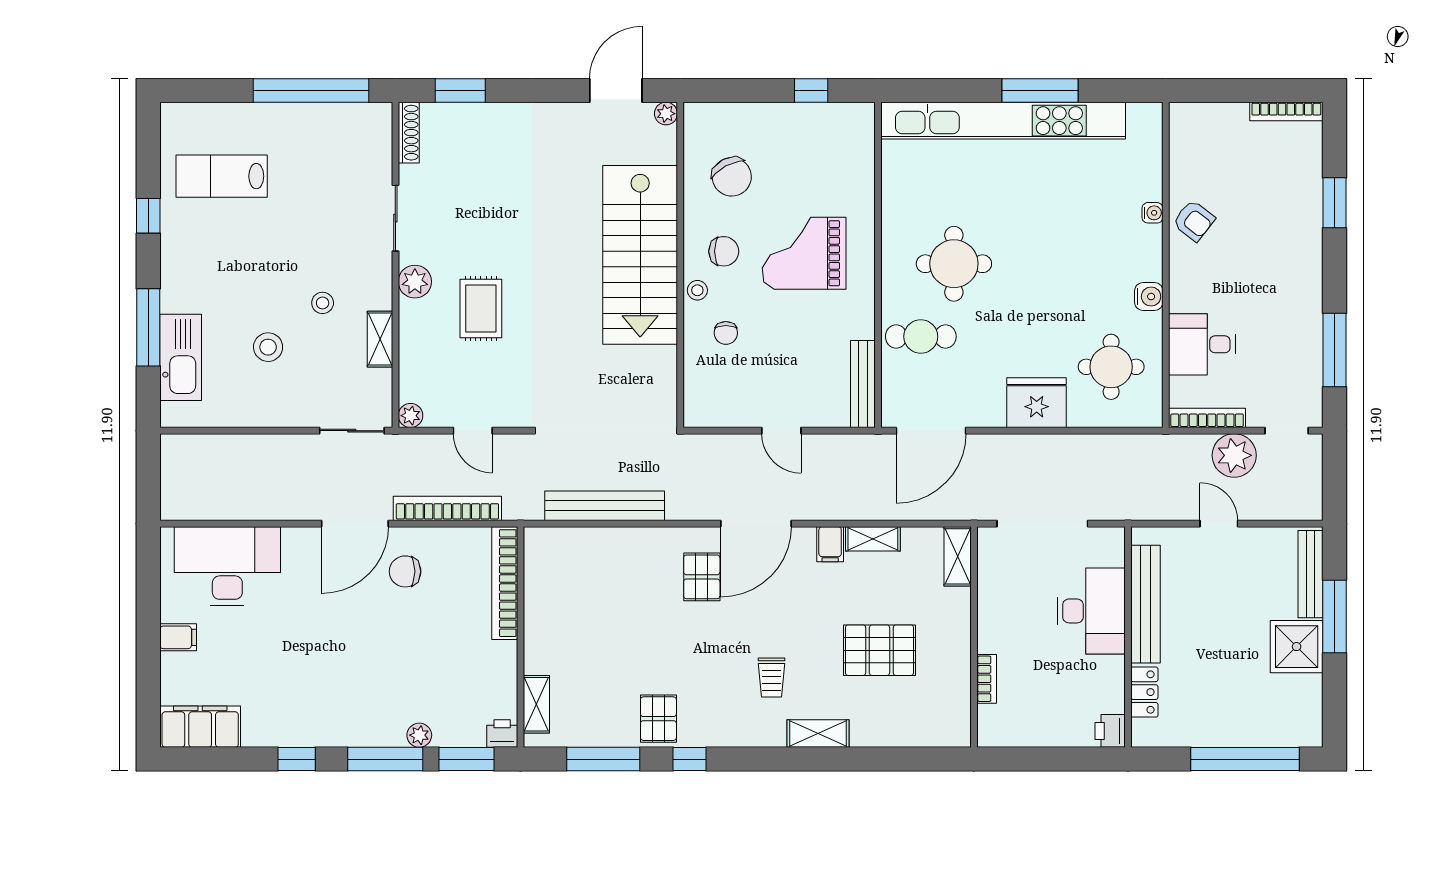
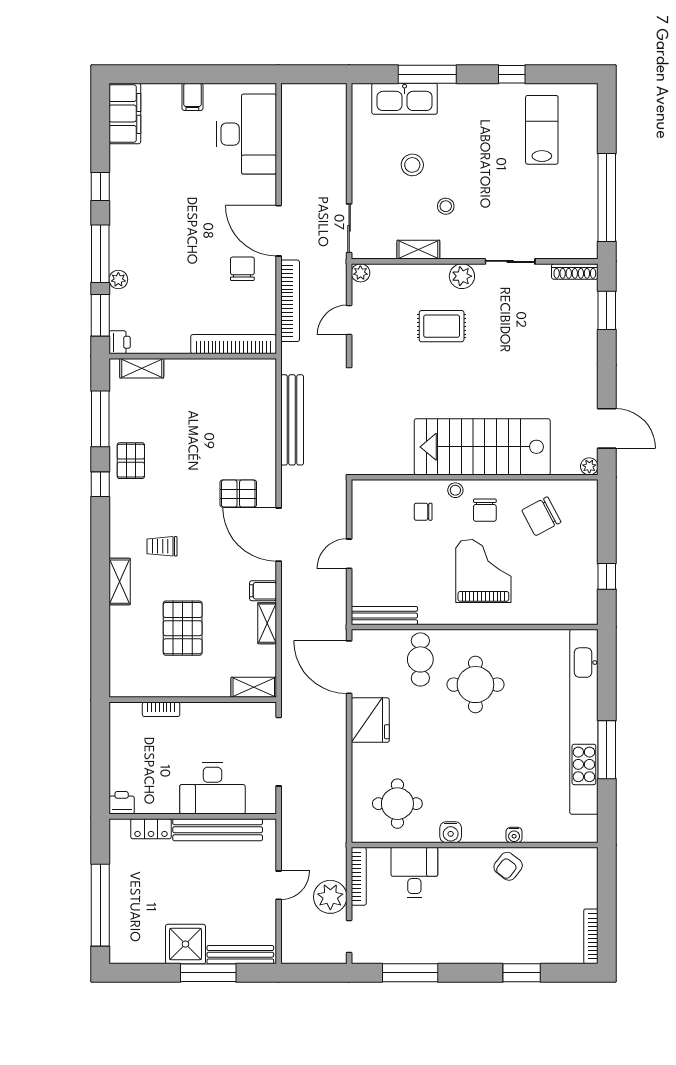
fridge: (1037, 403) -> (370, 720), moved
pallet: (658, 719) -> (131, 461), turned 90

